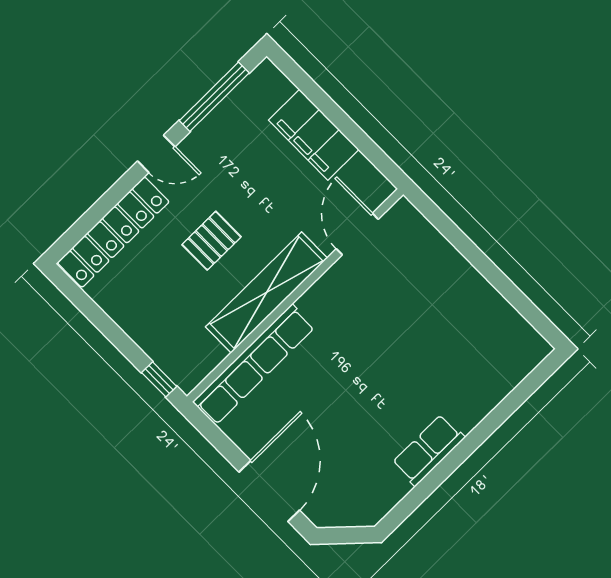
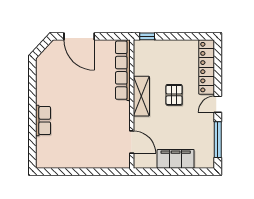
shelving: (267, 292) -> (141, 96), width x0.68
row of seats: (429, 450) -> (43, 121), moved

